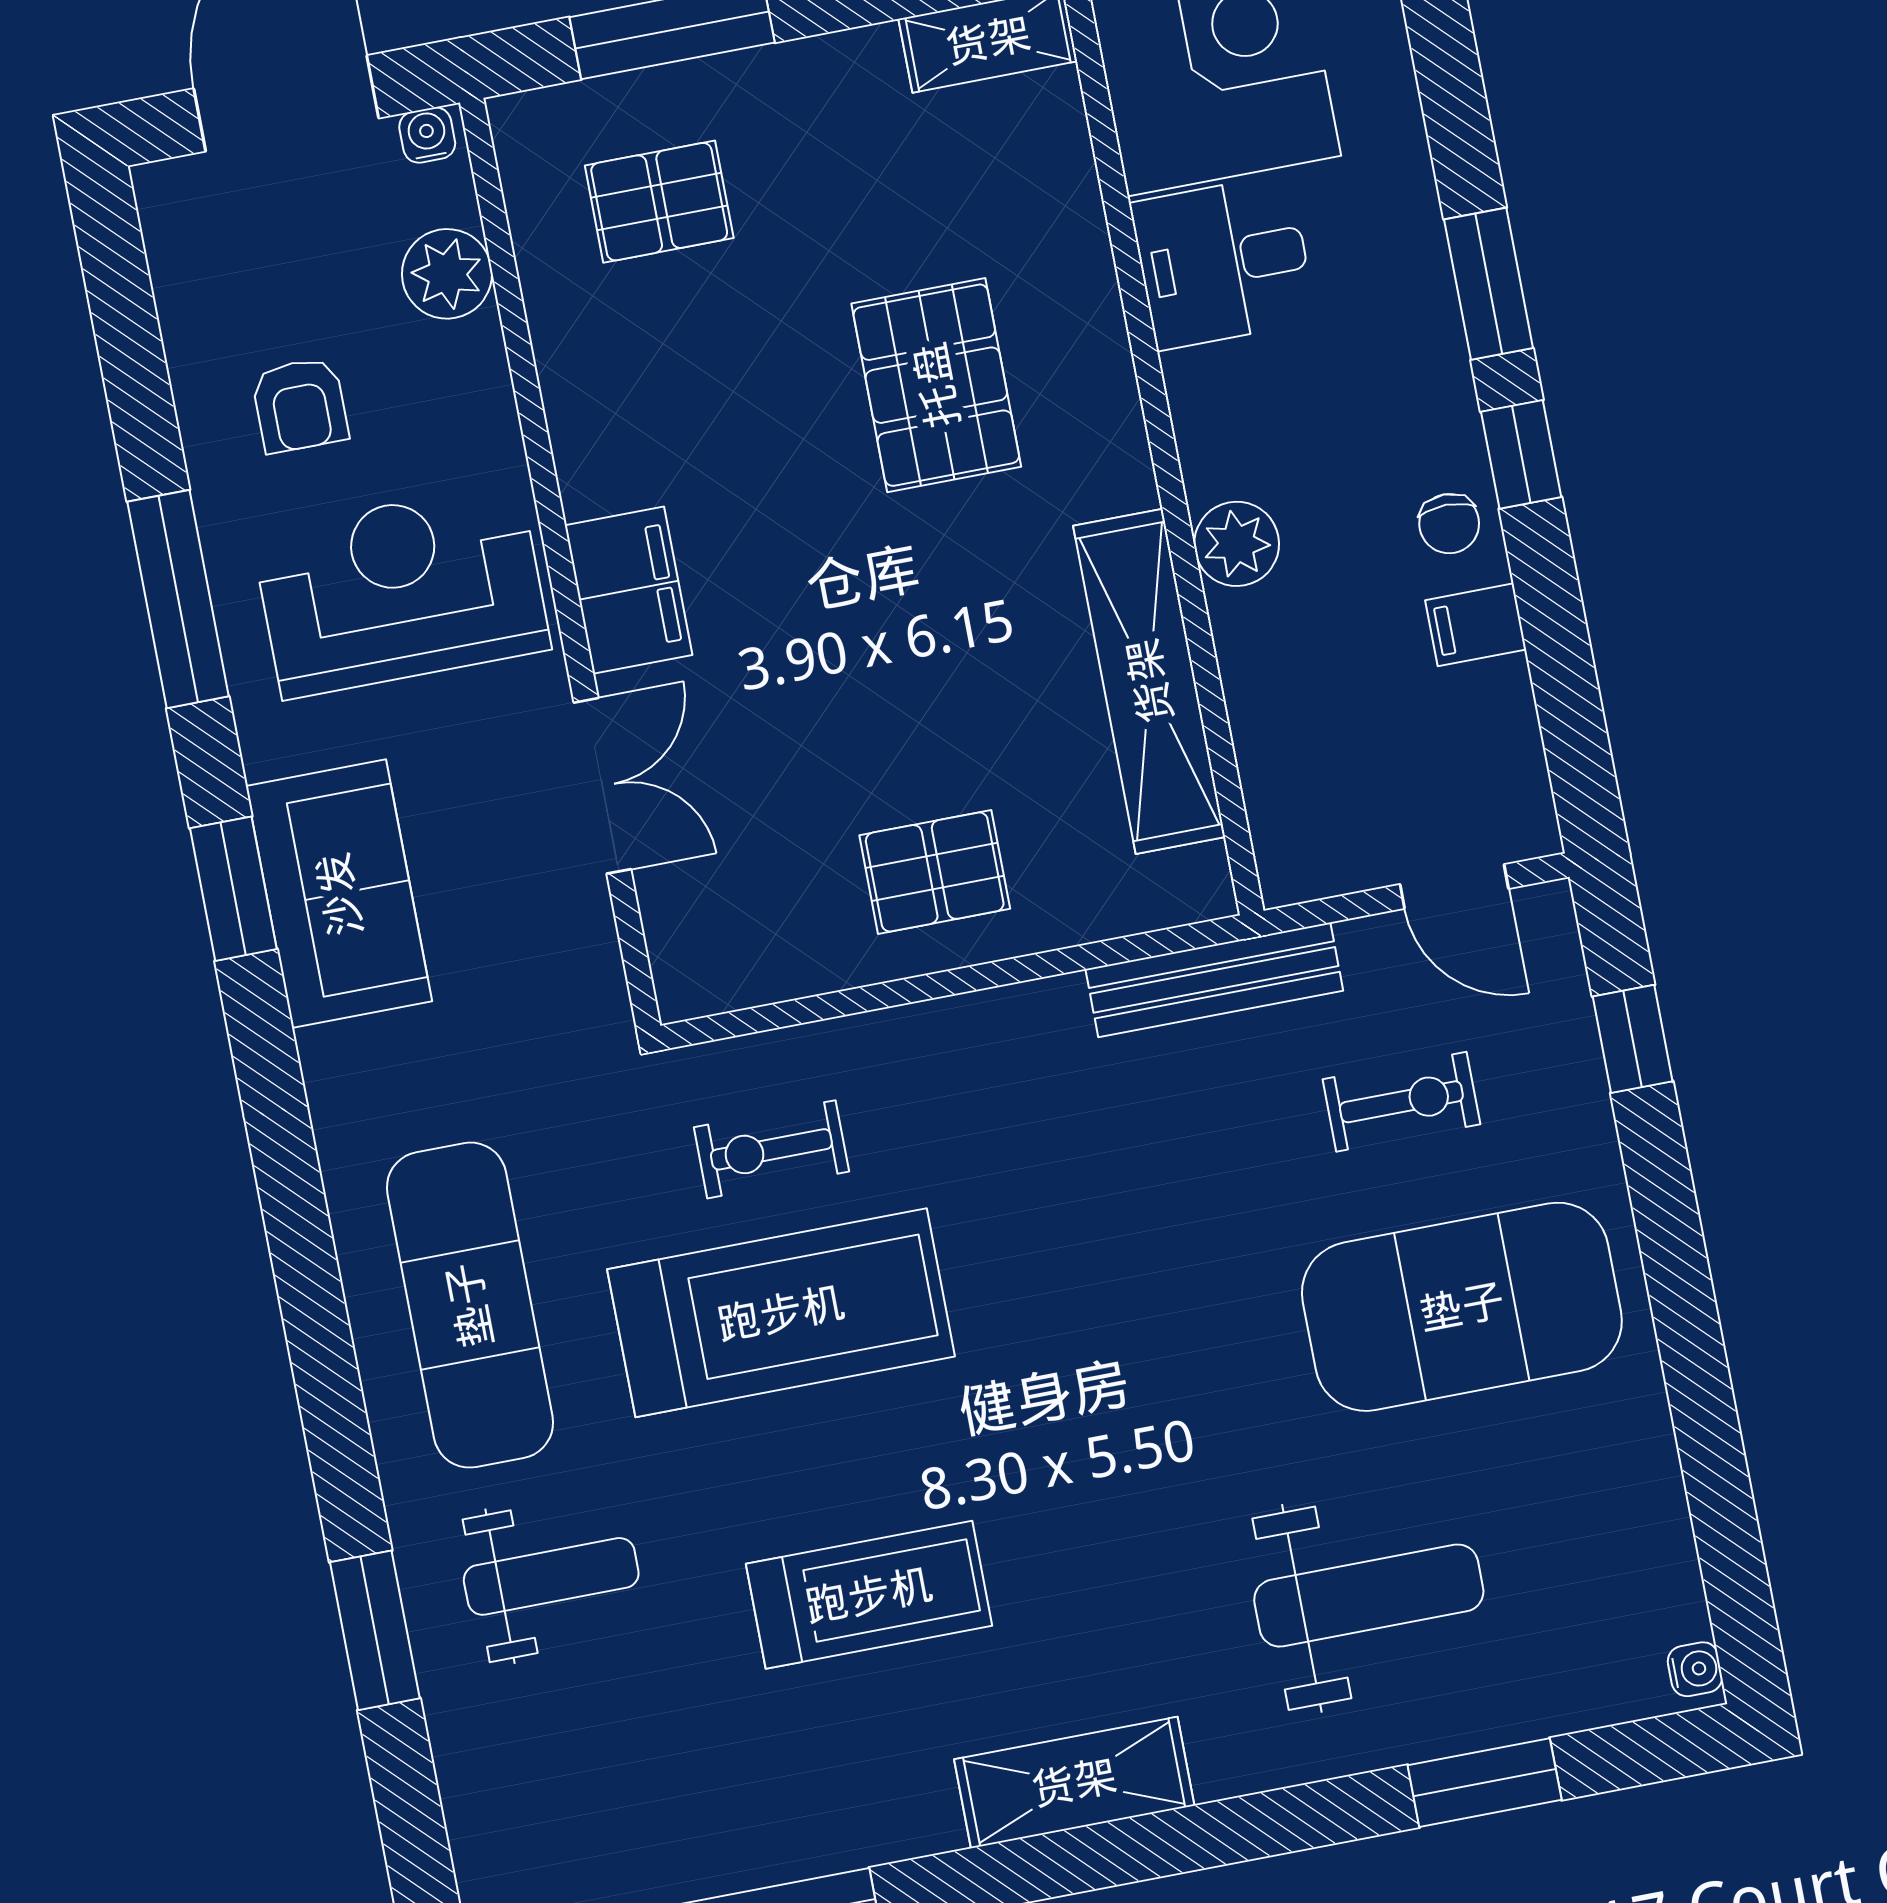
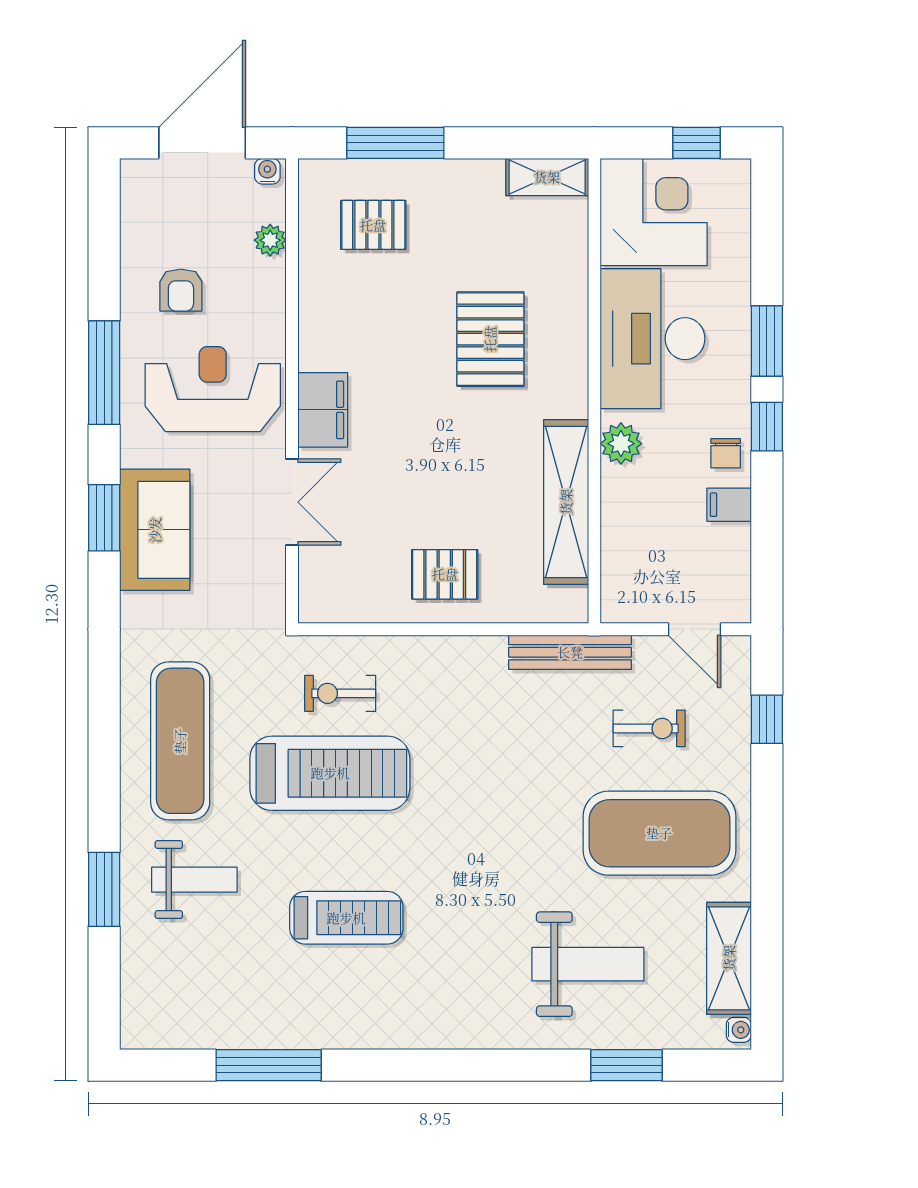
desk: (1223, 262) -> (653, 339), width x1.87, depth x1.30
plant: (447, 274) -> (270, 240), width x0.73, depth x0.73
shelving: (1074, 1782) -> (729, 958), moved, turned 90

